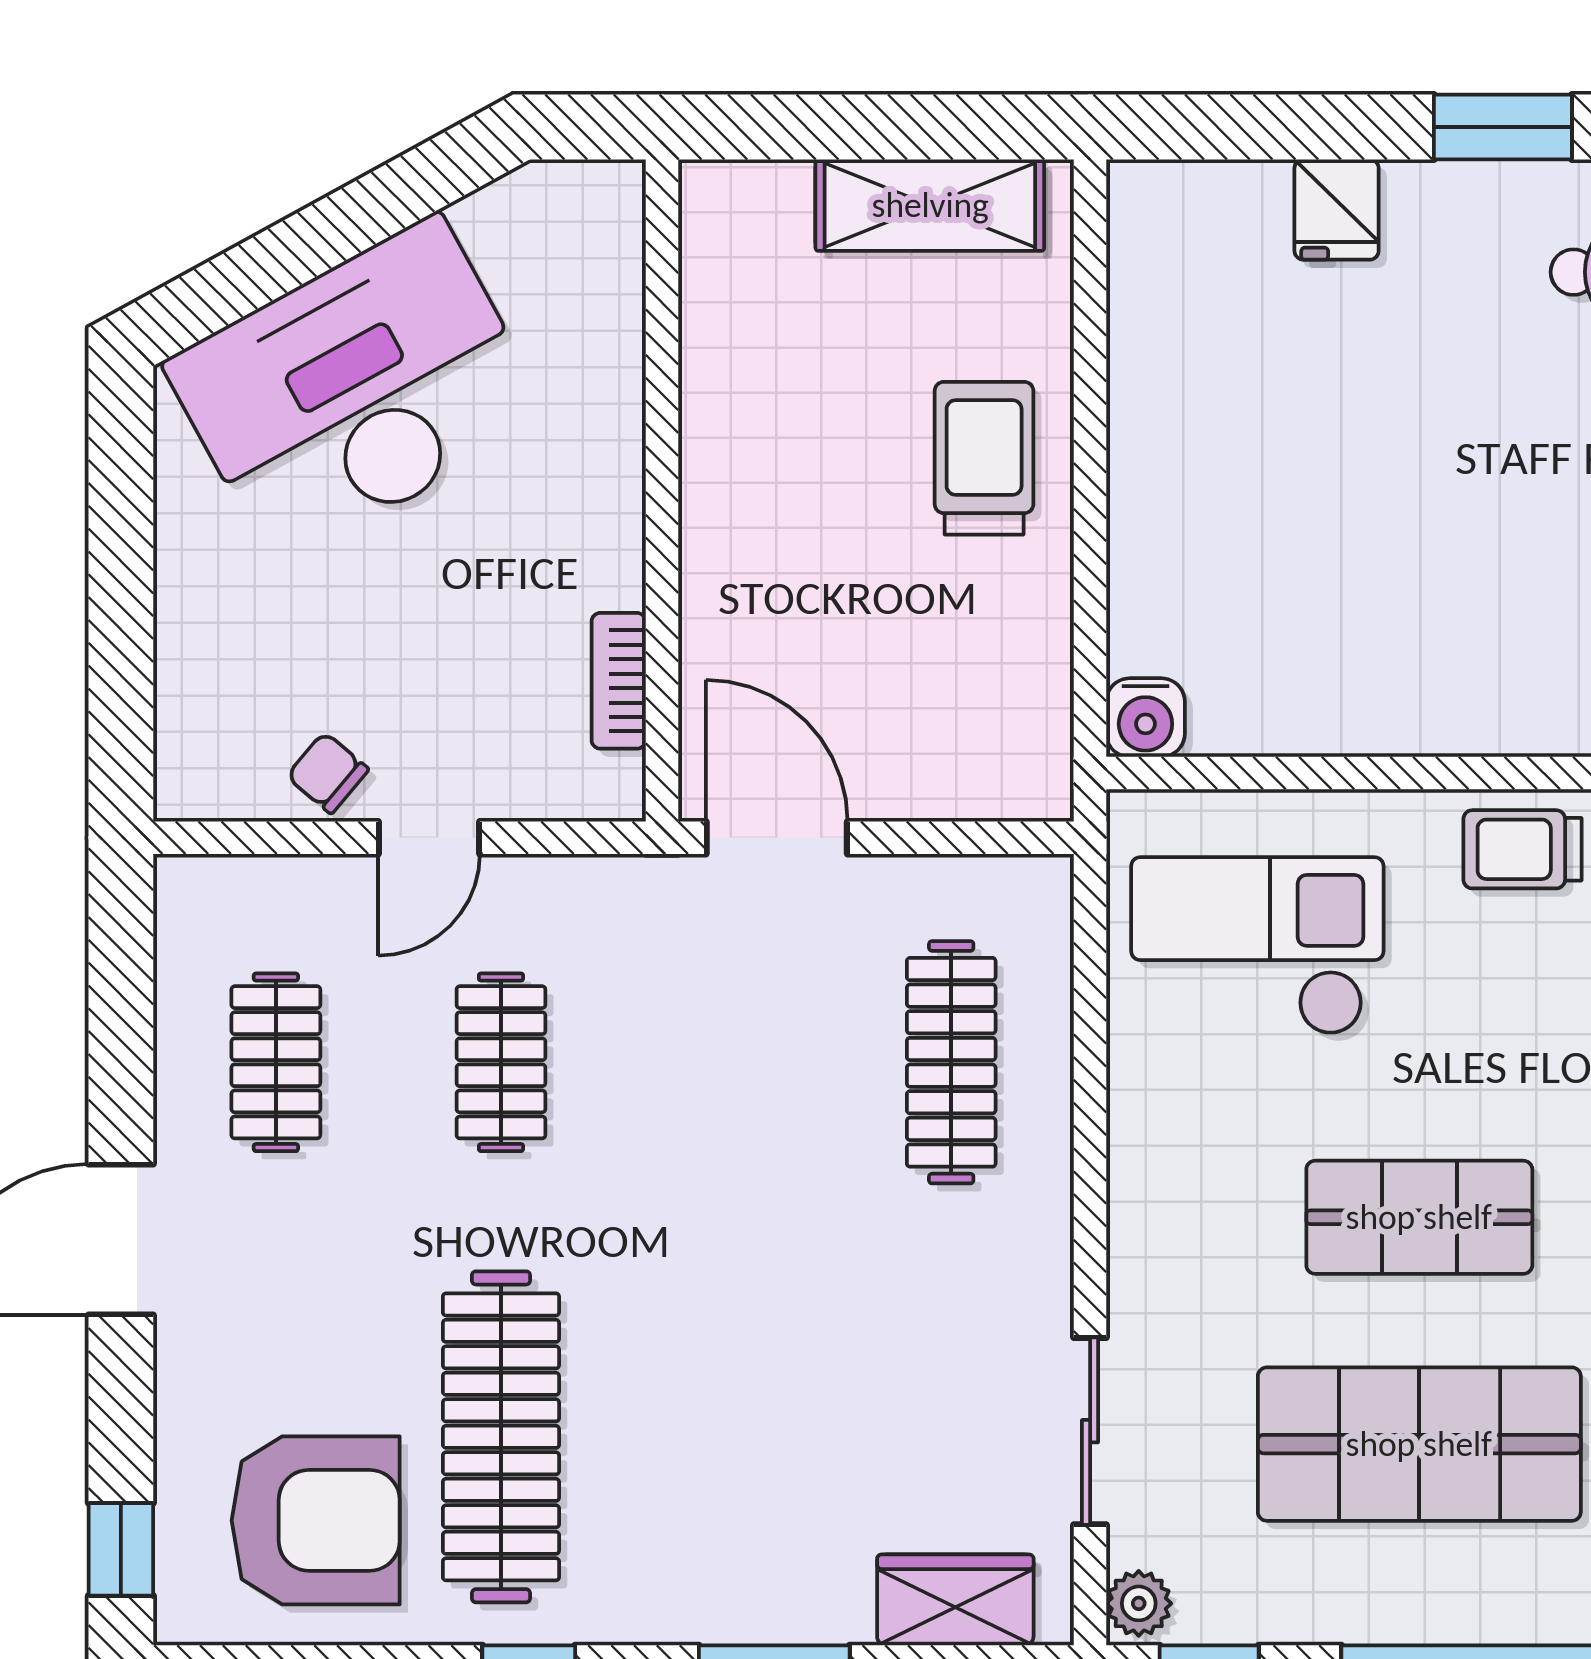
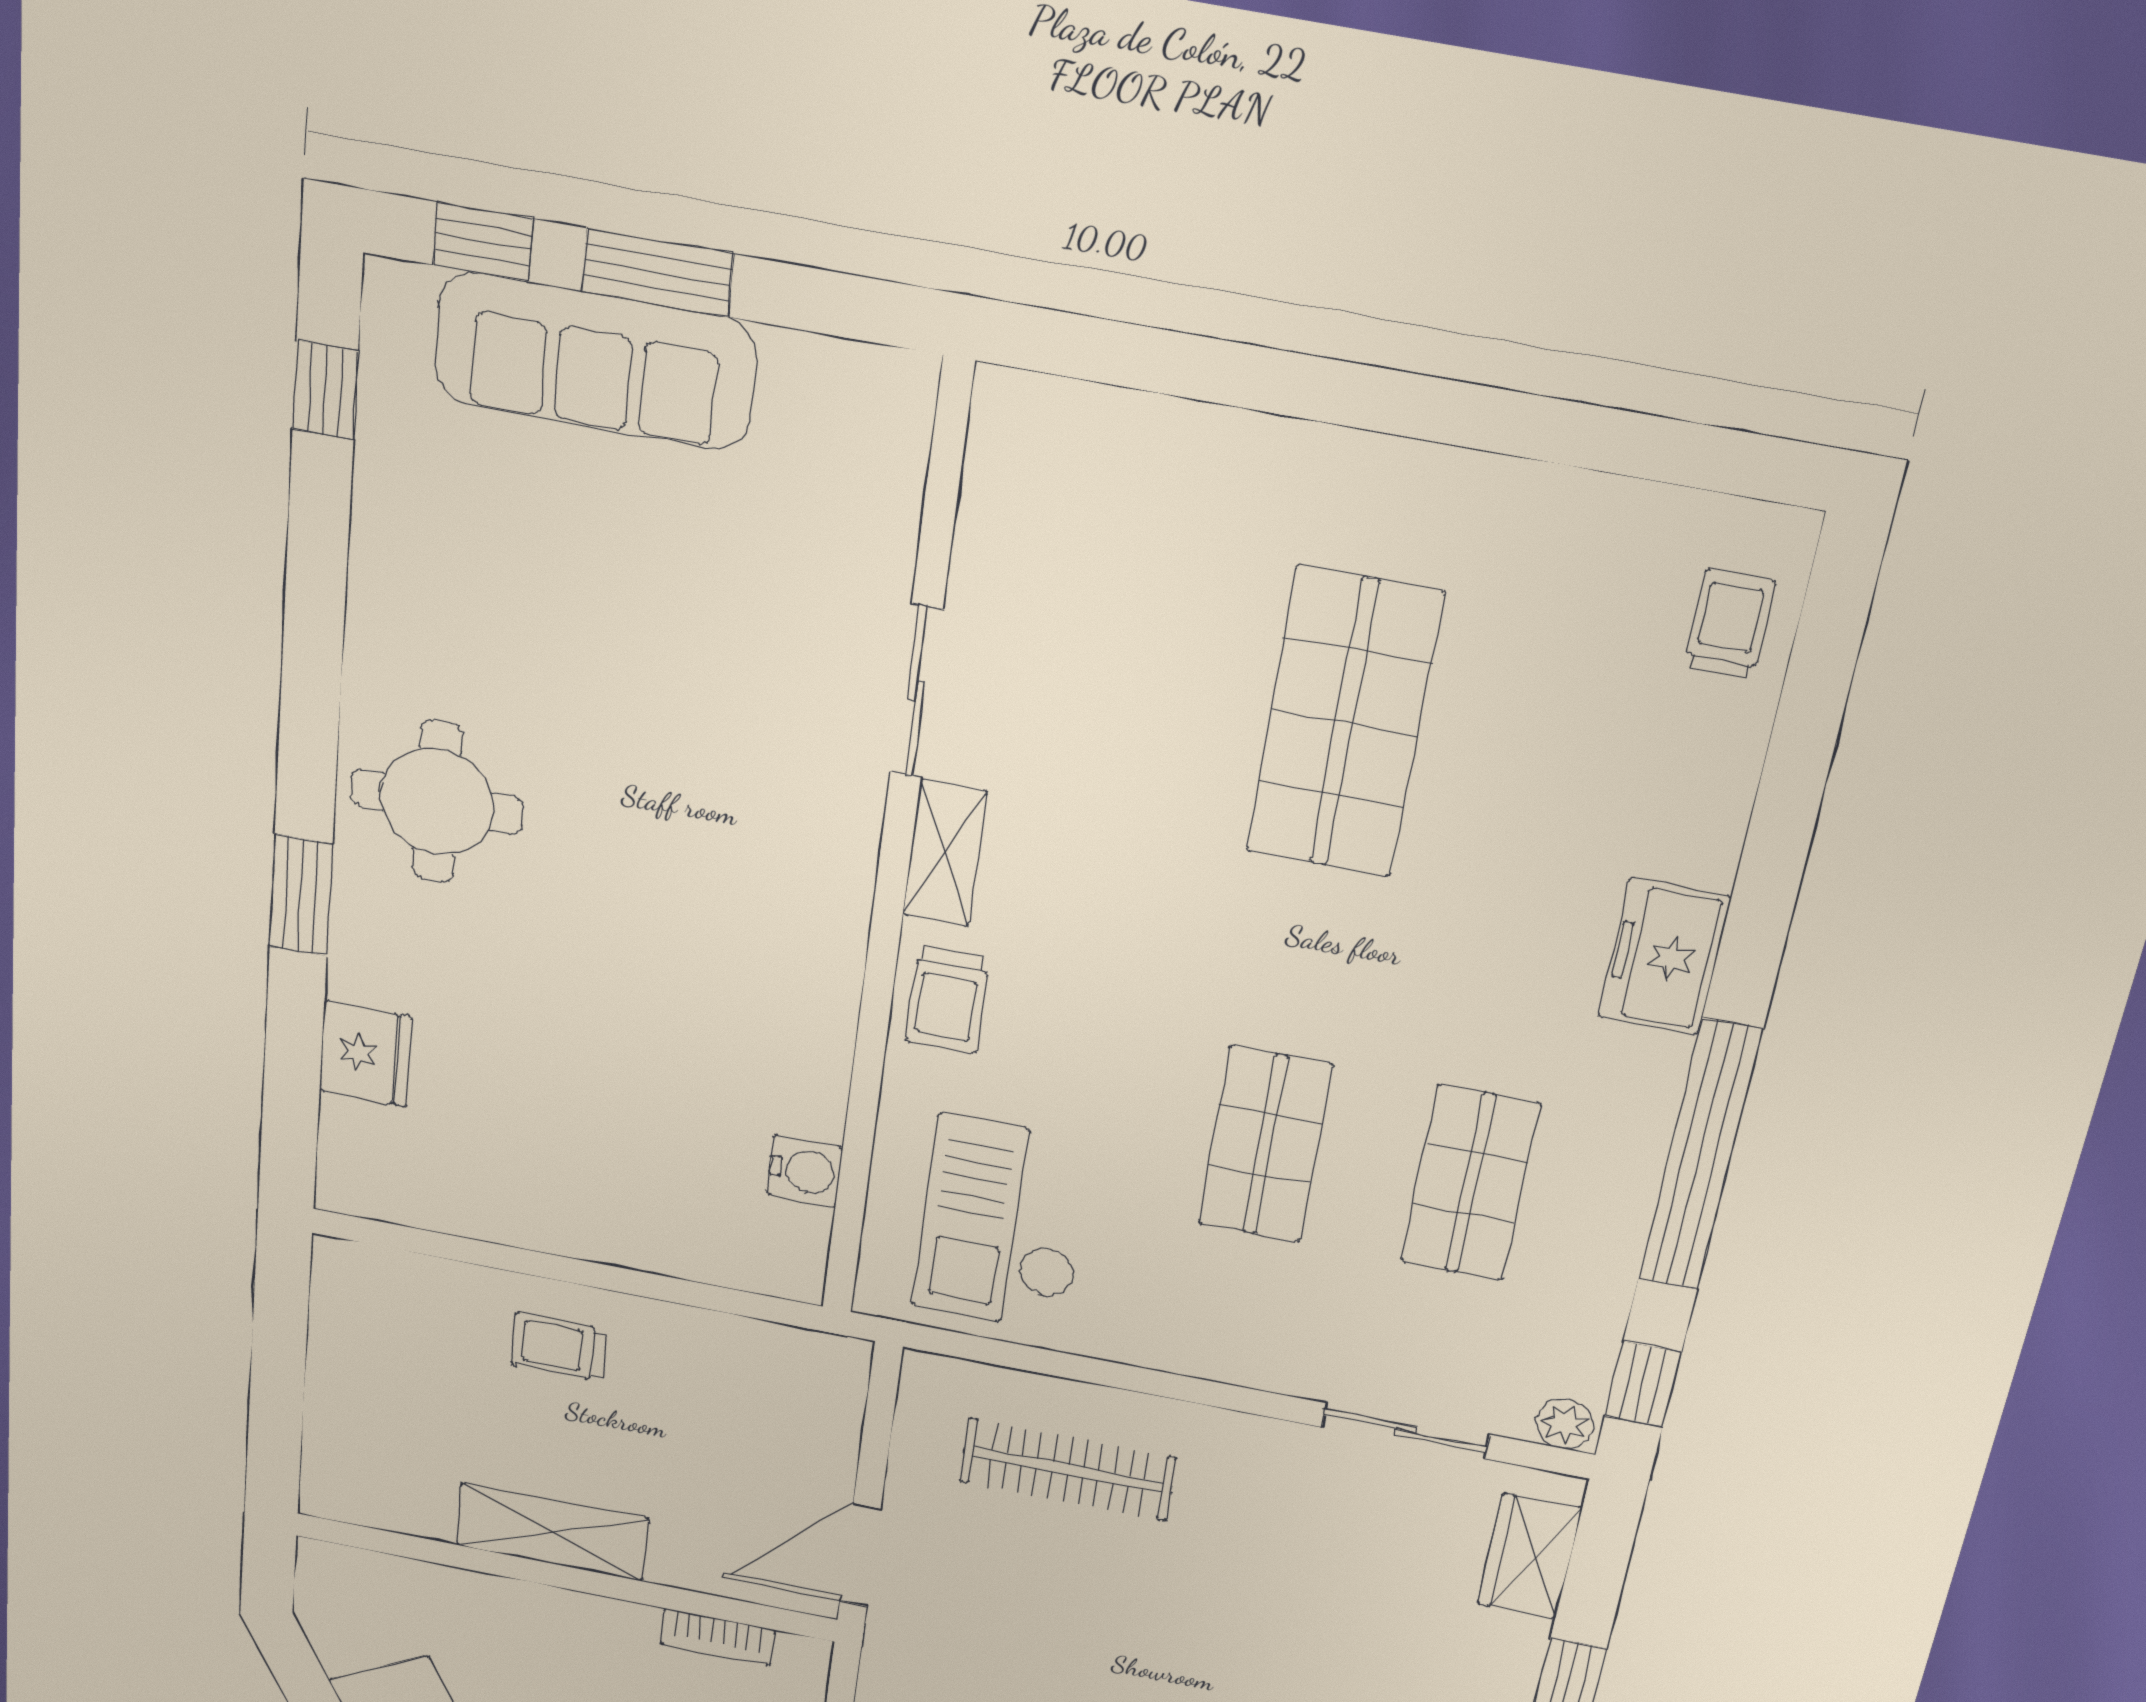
shelving: (930, 205) -> (552, 1532), moved, turned 90
fridge: (1337, 210) -> (365, 1054), width x1.38
trolley: (984, 458) -> (559, 1347), width x0.73, depth x0.72
water cooler: (1145, 718) -> (805, 1171), moved
shop shelf: (1419, 1444) -> (1471, 1183), width x0.70, depth x0.74

